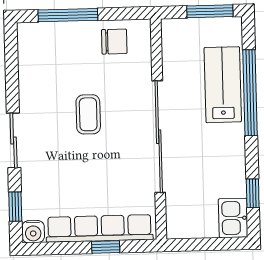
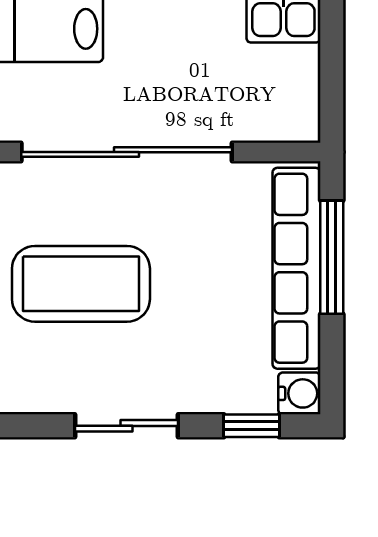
coffee table: (88, 114) -> (81, 284), width x1.86, depth x1.72
window: (106, 247) -> (332, 257), width x2.17

